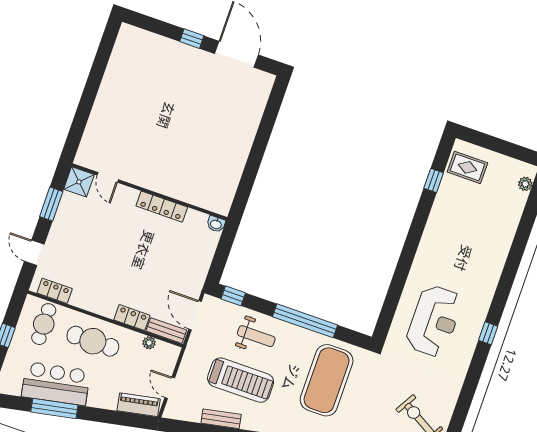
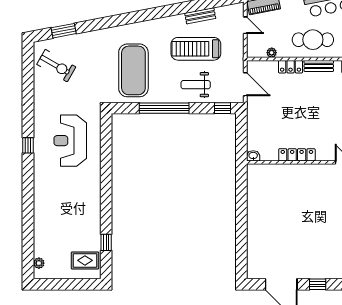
bench: (166, 331) -> (319, 66), moved

